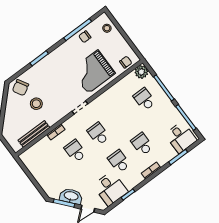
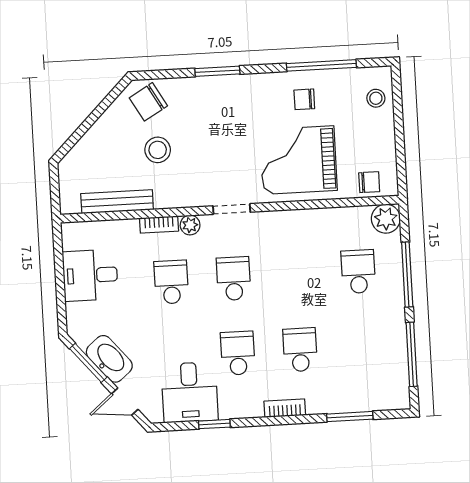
chair: (85, 37) -> (304, 99), moved
plant: (68, 124) -> (190, 225), added
desk: (181, 137) -> (90, 275), moved, turned 90

